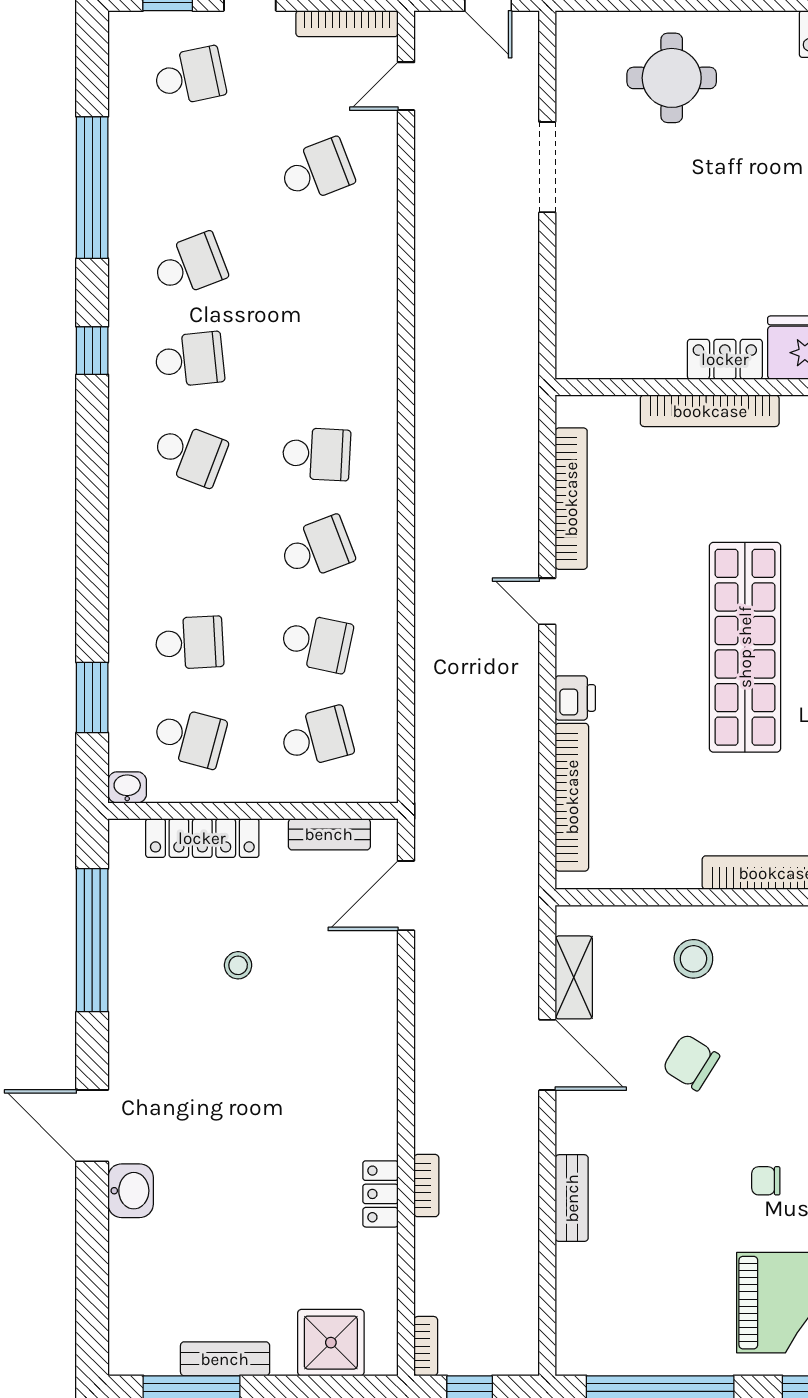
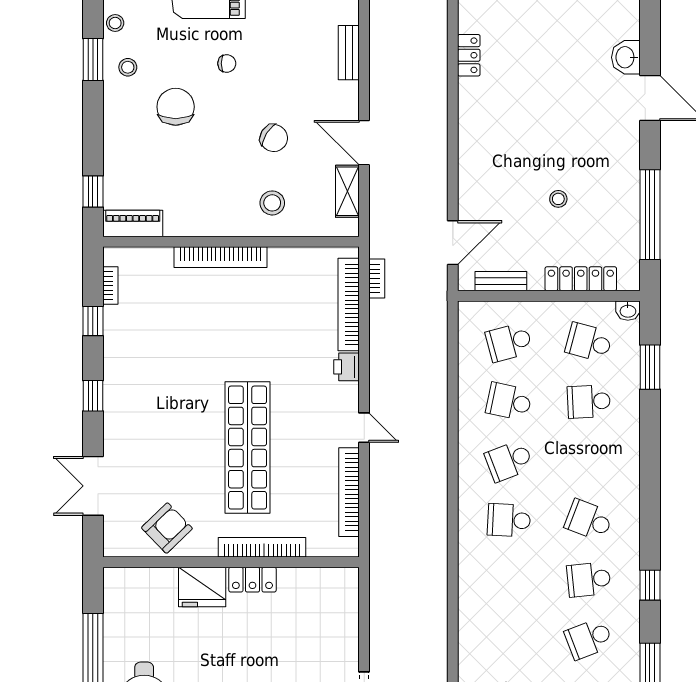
shop shelf: (745, 647) -> (248, 448), moved
bookcase: (426, 1186) -> (377, 278), moved, turned 180

